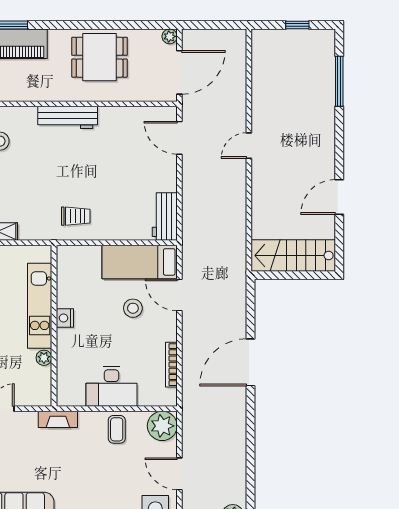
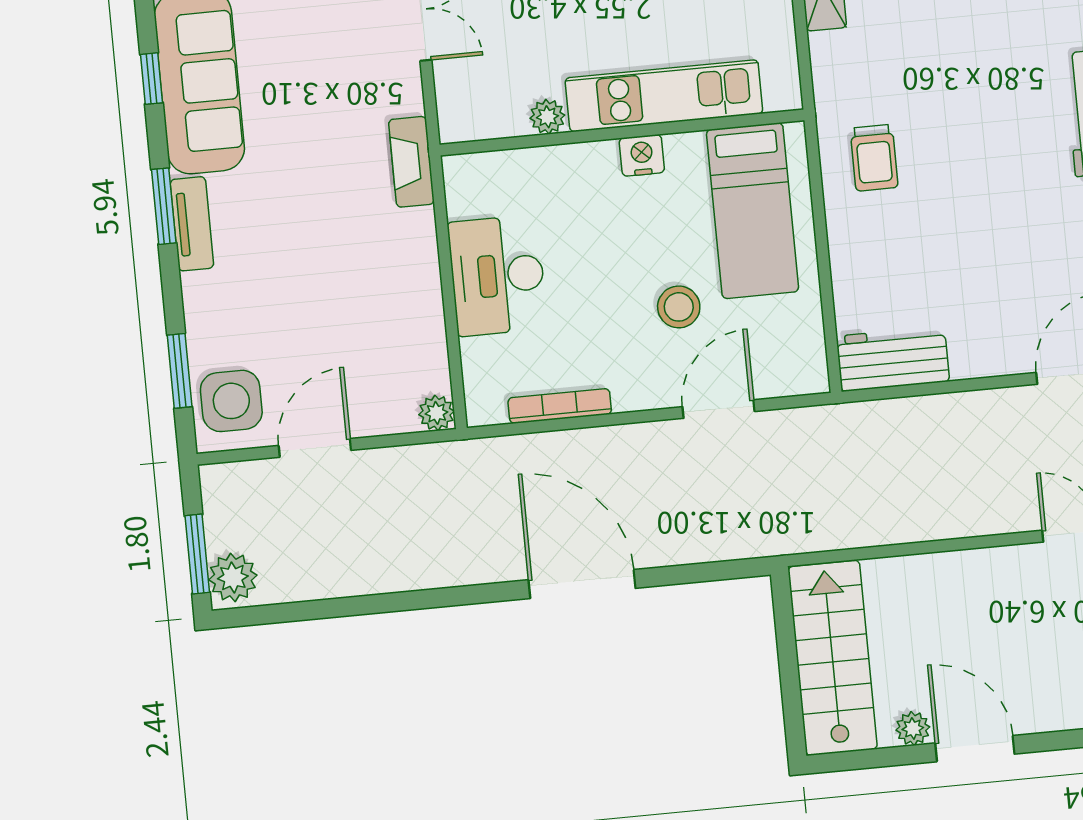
plant: (328, 223) -> (913, 729), added
bed: (140, 262) -> (752, 211), moved, turned 180
plant: (162, 426) -> (437, 413), width x0.53, depth x0.53
coffee table: (117, 429) -> (402, 297), removed

